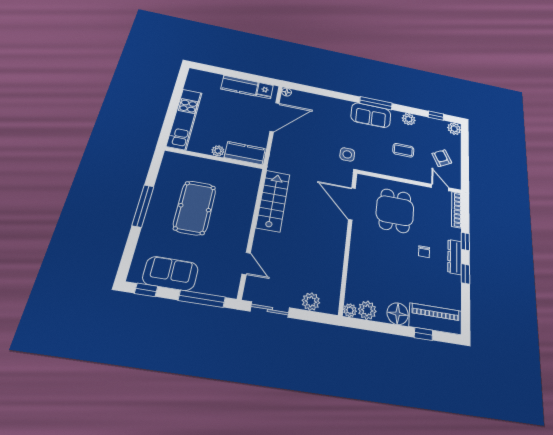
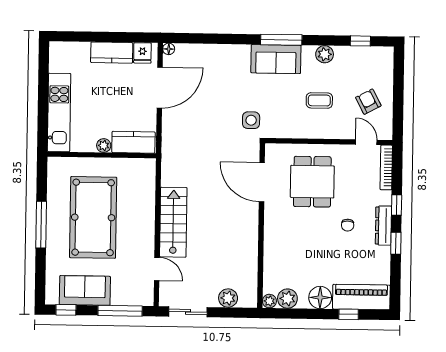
plant: (454, 129) -> (385, 55), removed
stairs: (273, 201) -> (173, 222), moved
pool table: (195, 208) -> (93, 217), width x1.36, depth x1.32

